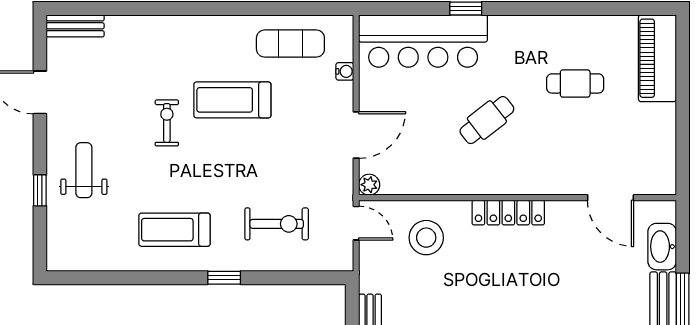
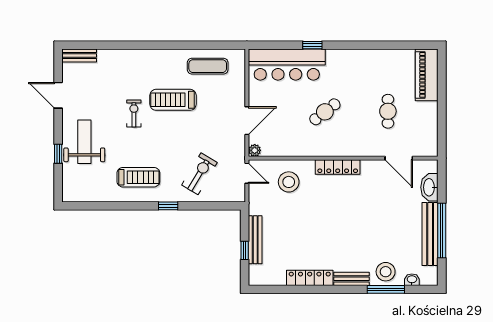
water cooler: (345, 71) -> (240, 83), removed
cafe table: (575, 83) -> (388, 111), moved, turned 90
weight bench: (84, 170) -> (84, 142), width x1.36, depth x1.33
exercise bike: (277, 224) -> (199, 174), turned -59
treadmill: (174, 230) -> (138, 177), turned 180

